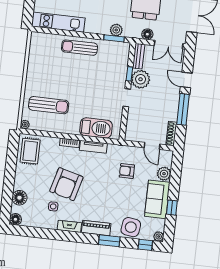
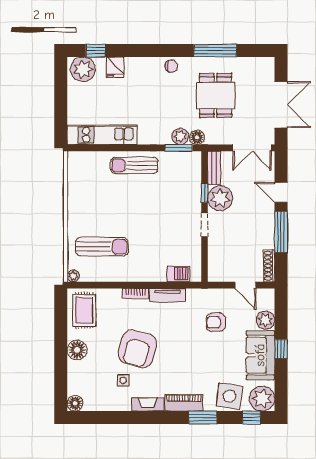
floor lamp: (147, 34) -> (197, 137), moved
barbecue: (96, 128) -> (178, 274), width x0.53, depth x0.65
floor lamp: (19, 198) -> (77, 350), moved
window: (172, 208) -> (281, 349), moved
plant: (159, 237) -> (262, 399), width x1.87, depth x1.87

